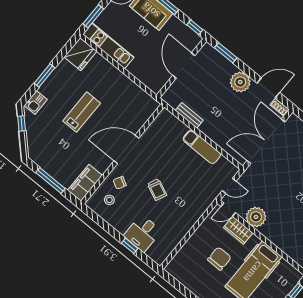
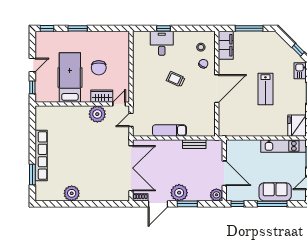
plant: (207, 52) -> (216, 195), added
window: (226, 53) -> (187, 204), moved

